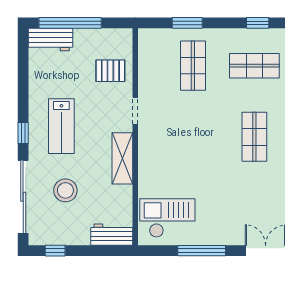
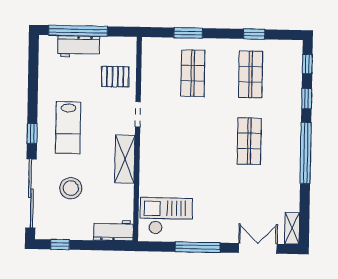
workbench: (51, 40) -> (79, 47), moved
shop shelf: (254, 66) -> (250, 74), turned 90

